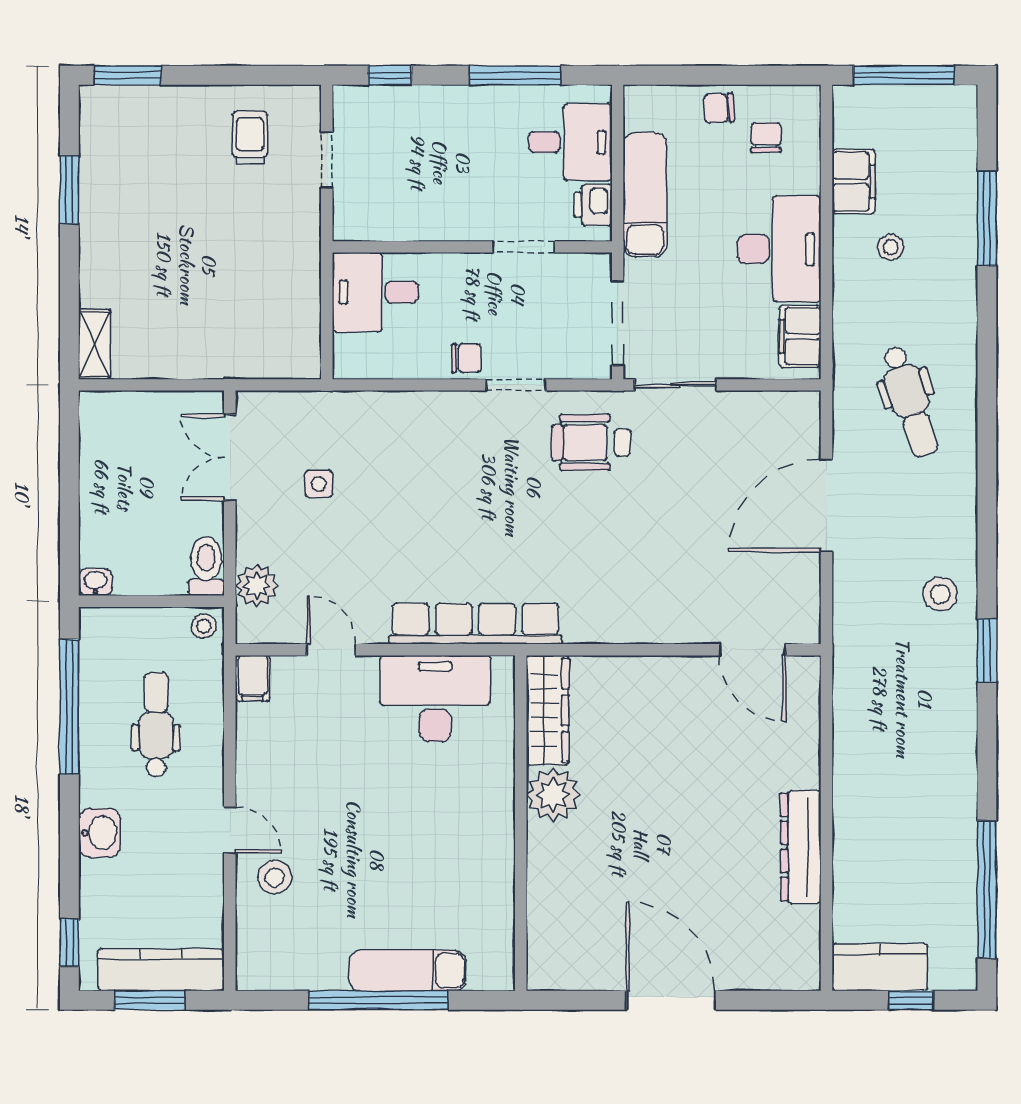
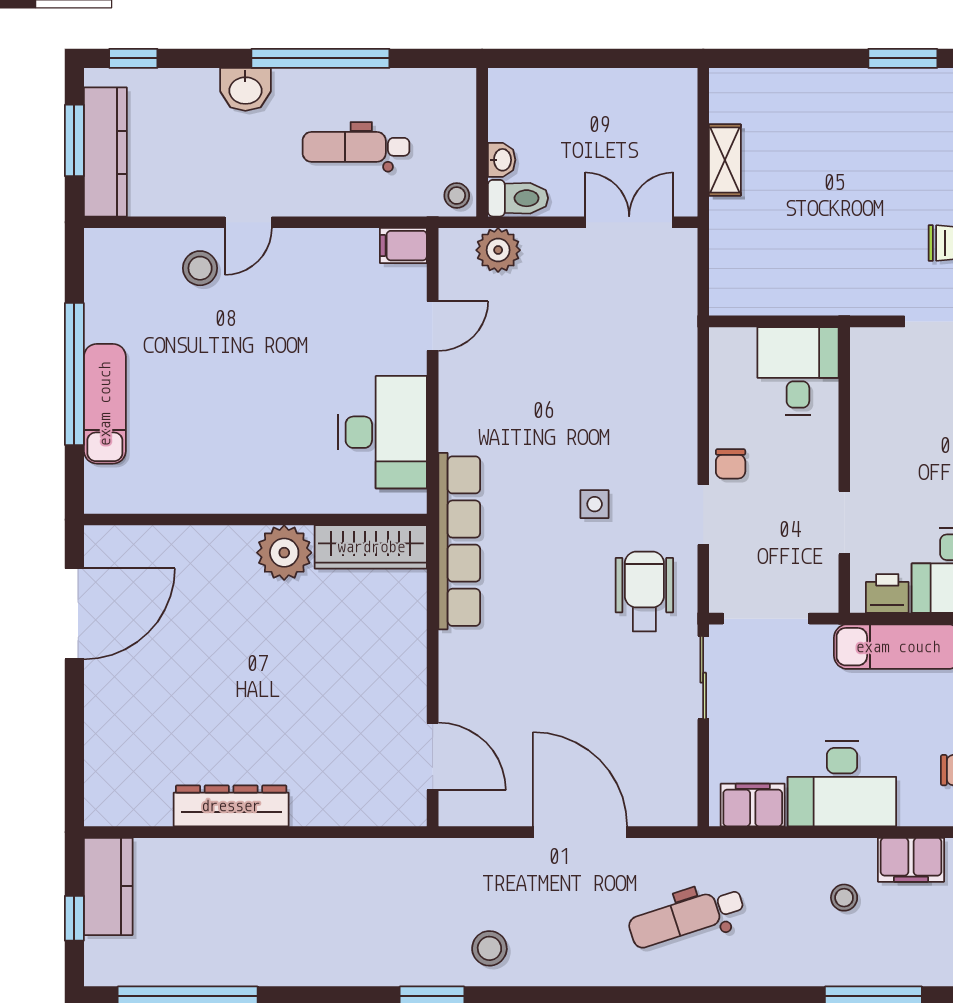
shelving: (94, 344) -> (725, 160), moved, turned 90
side table: (319, 484) -> (595, 504), moved
washbasin: (95, 582) -> (502, 160), moved
row of seats: (475, 624) -> (459, 541), moved
door: (752, 650) -> (433, 756), swing flipped
window: (69, 707) -> (320, 58), moved
dental chair: (156, 725) -> (356, 147), turned 180
door: (671, 1000) -> (74, 614), moved

